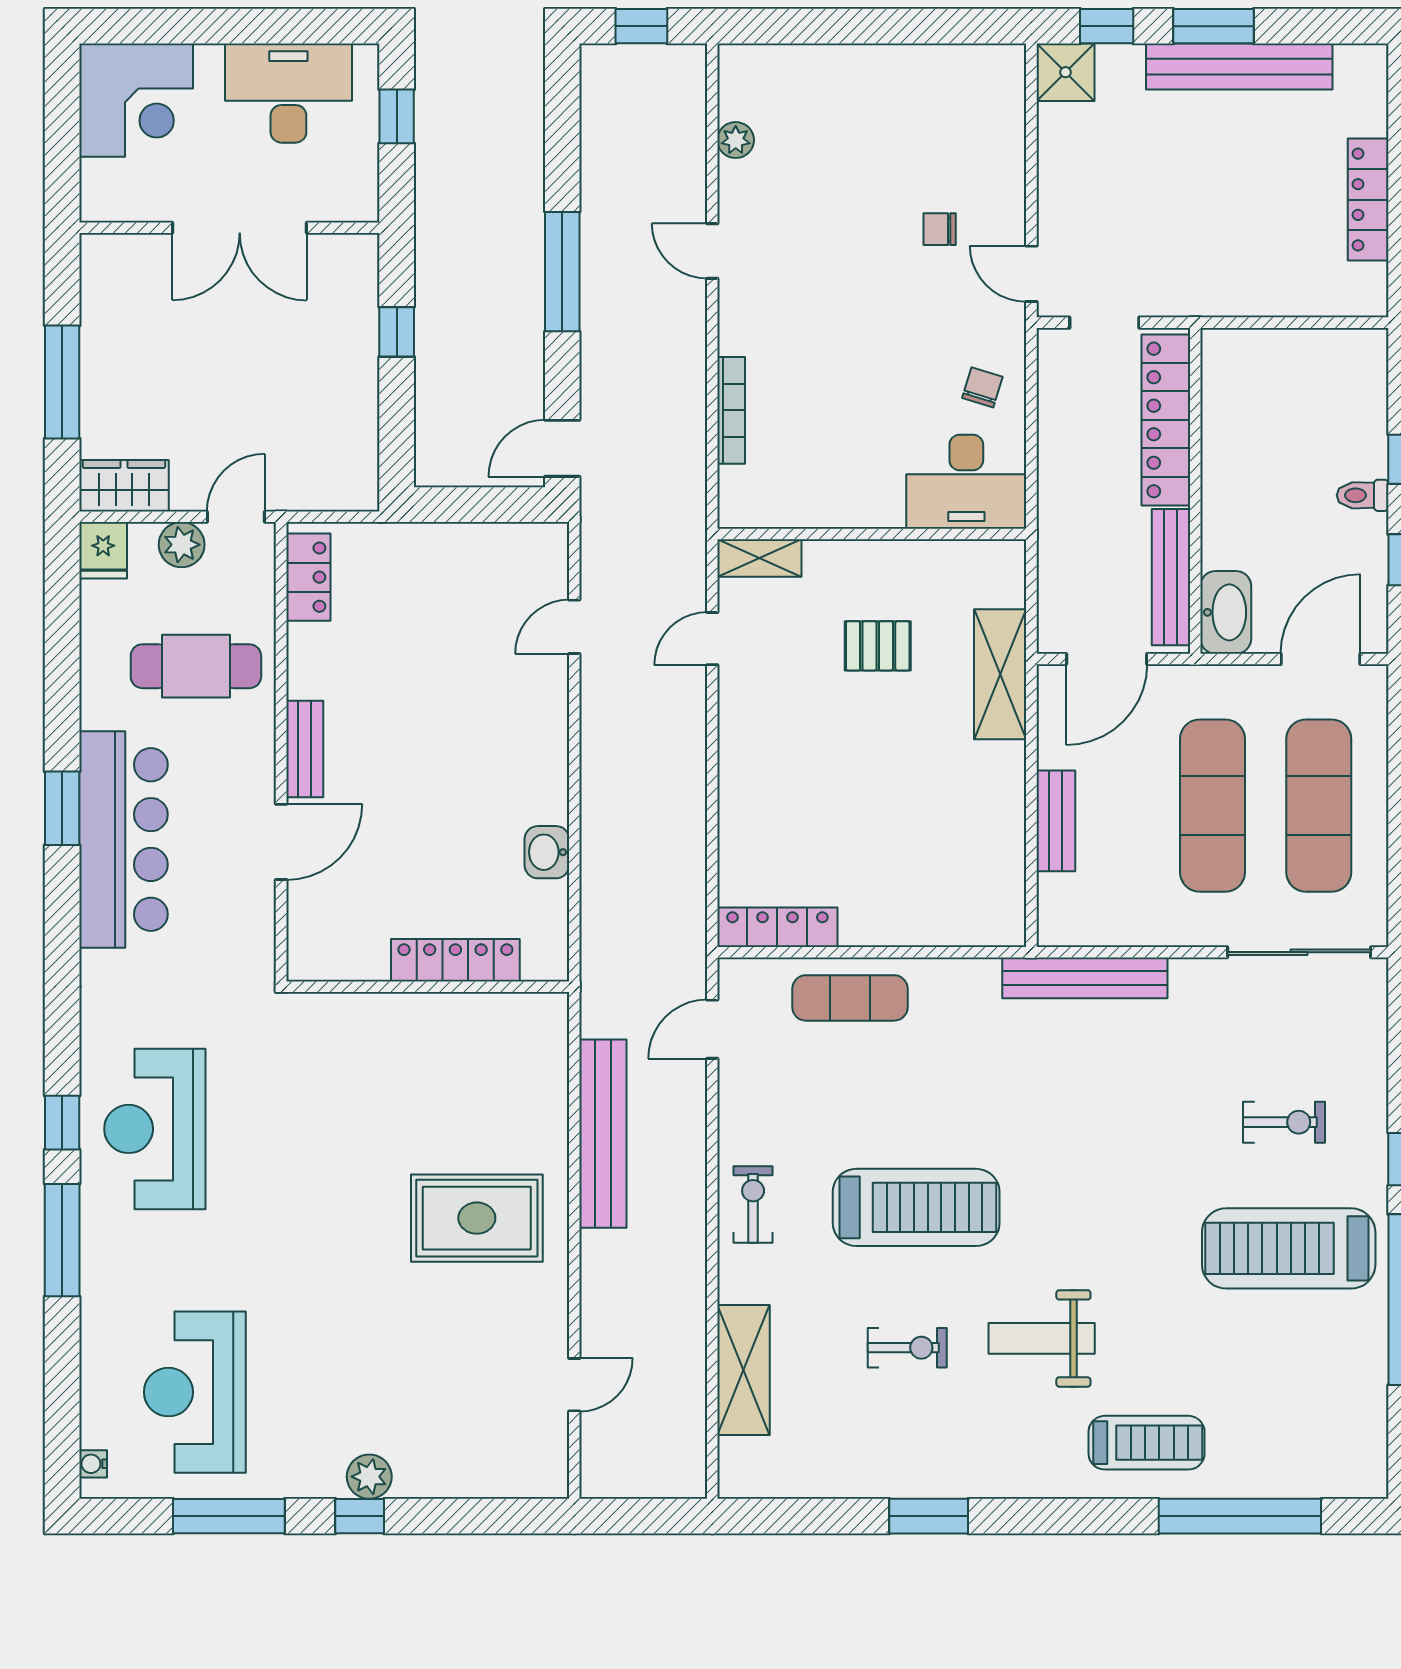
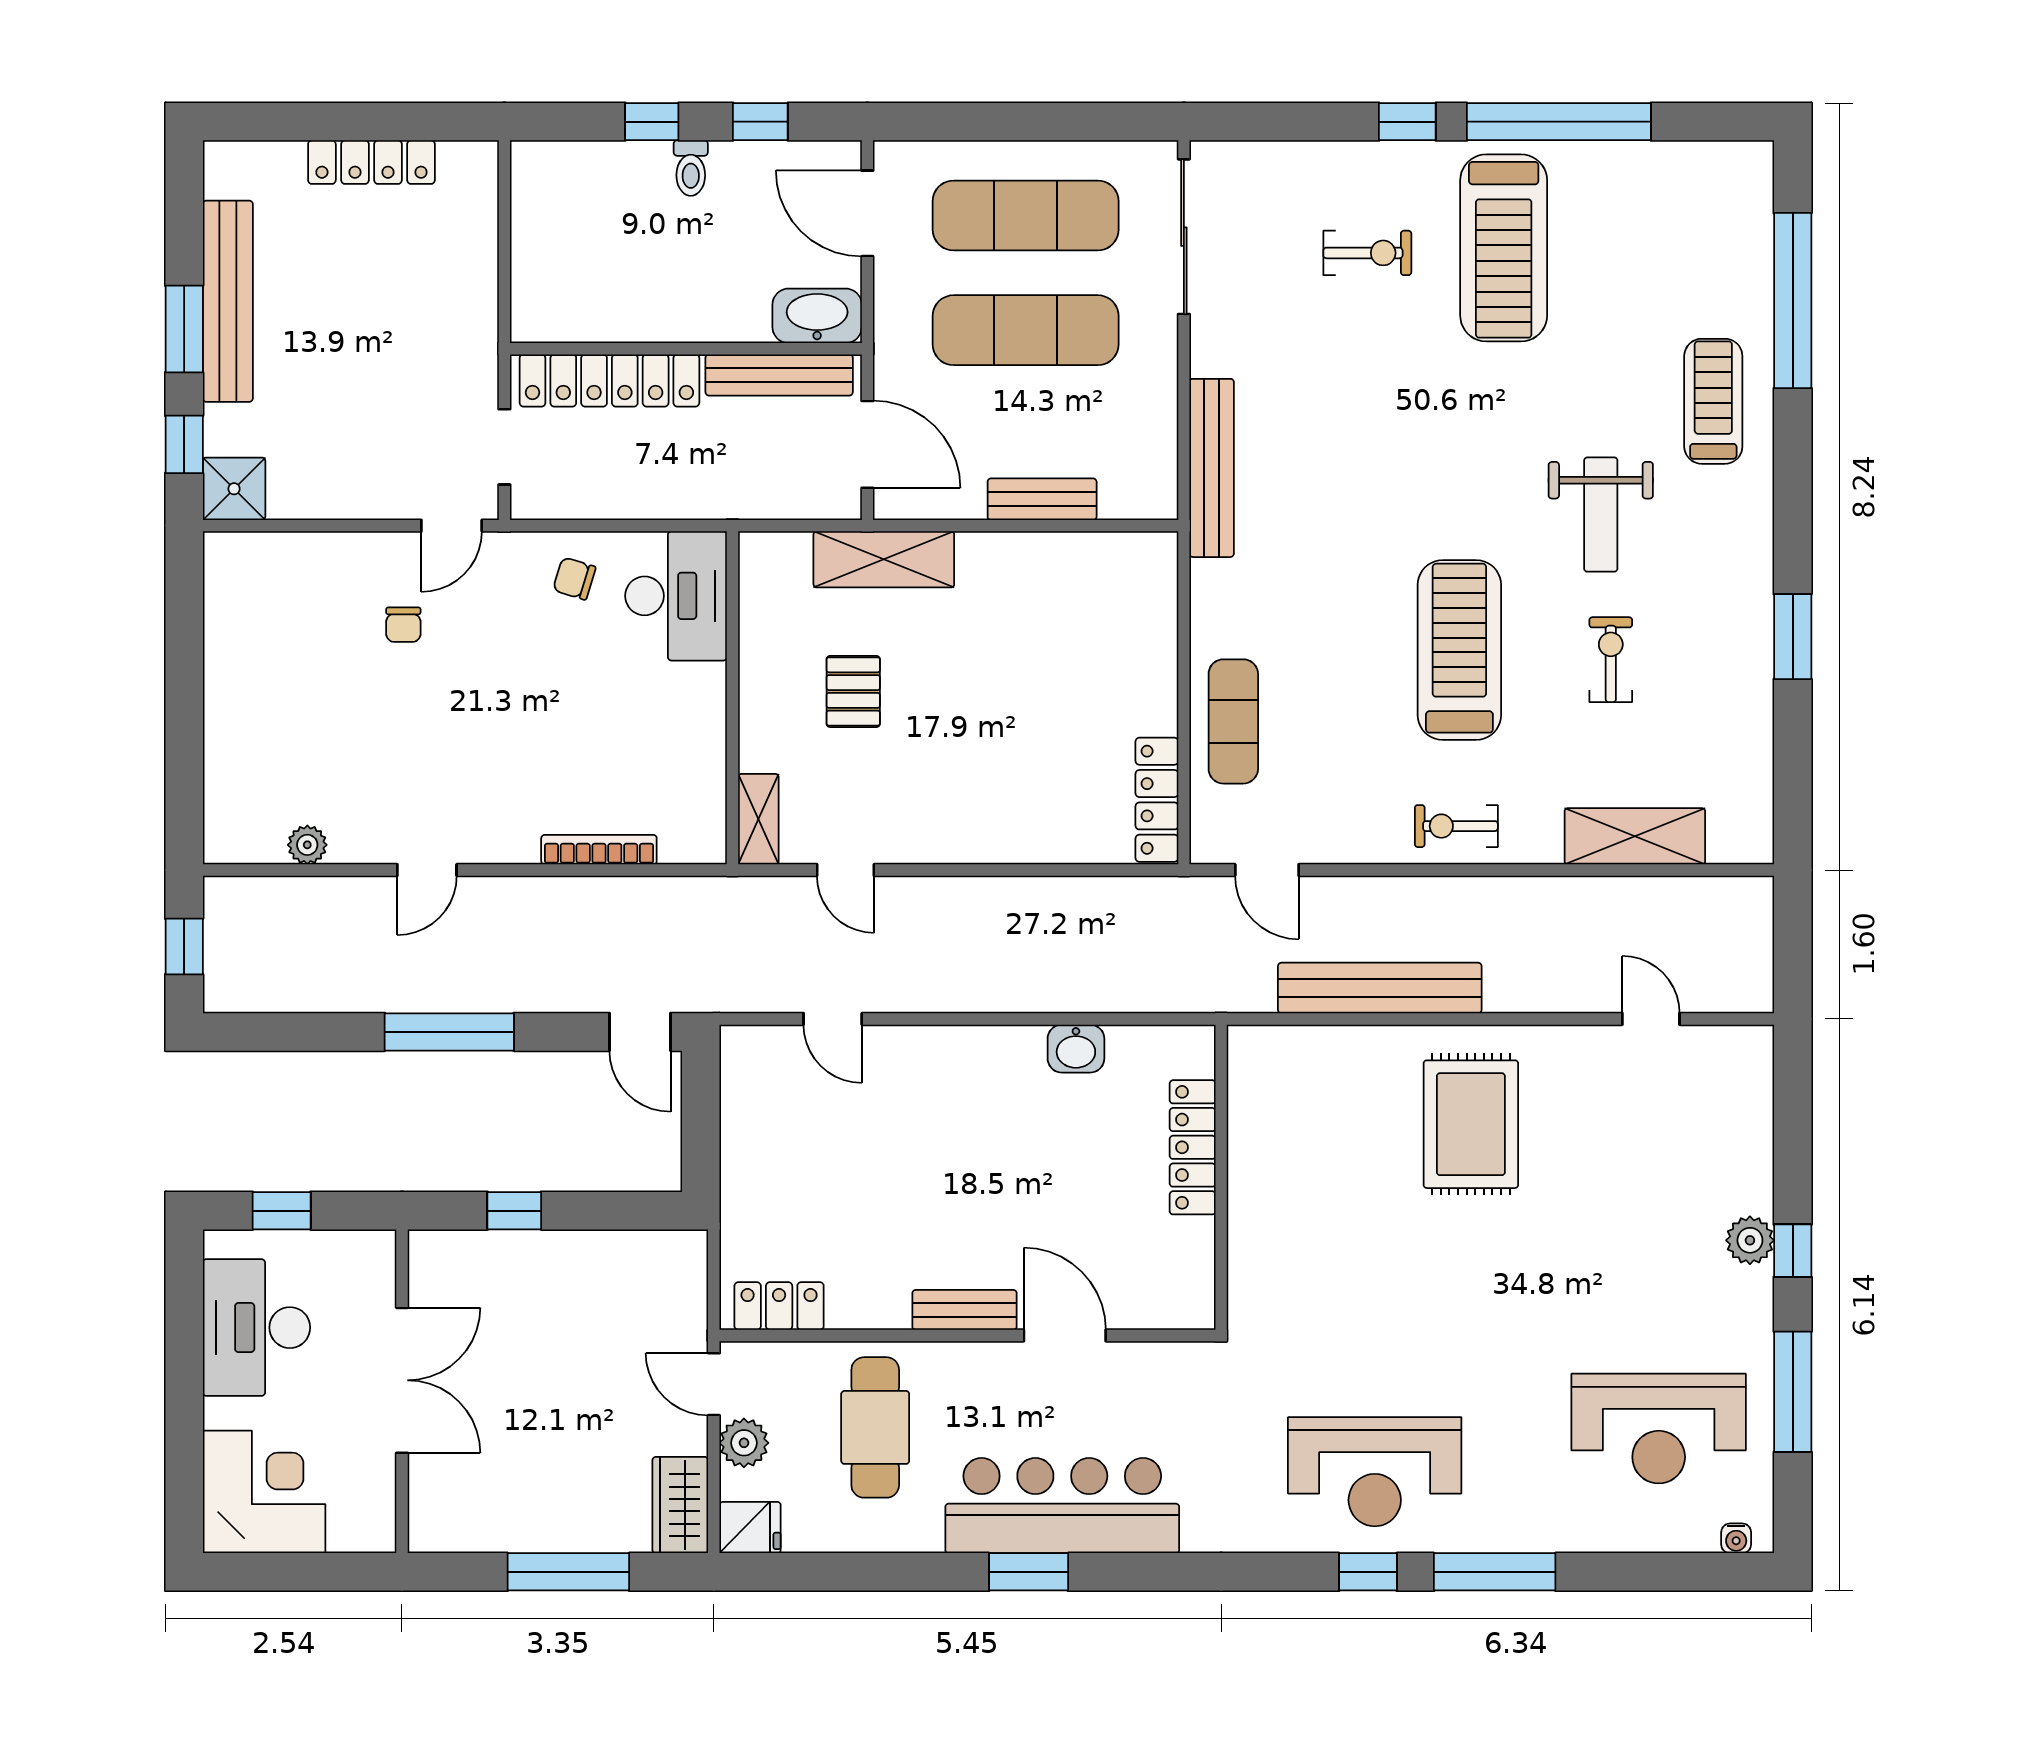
exercise bike: (1284, 1122) -> (1367, 253), turned 90

